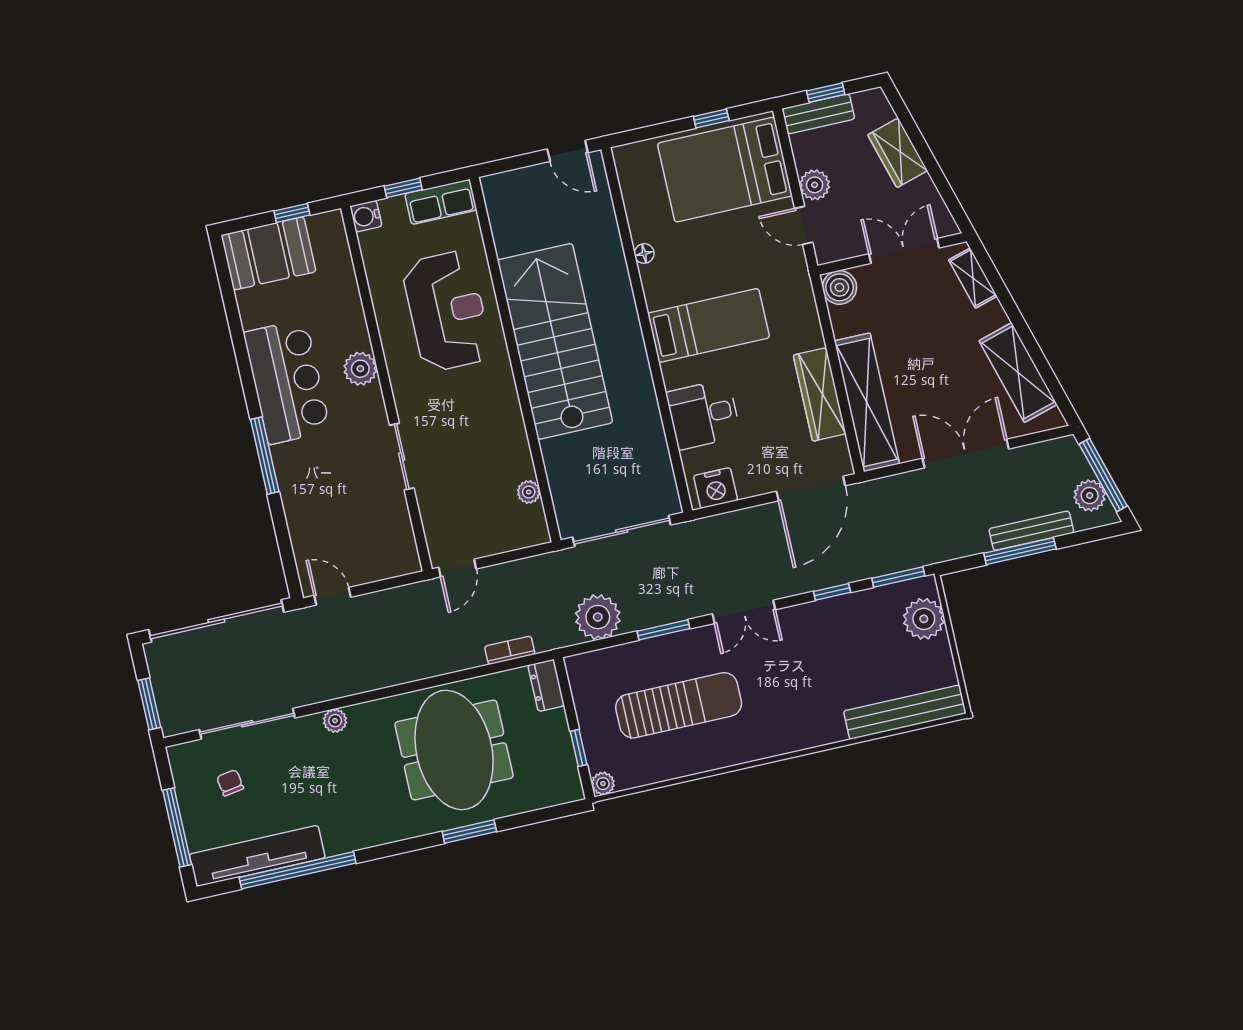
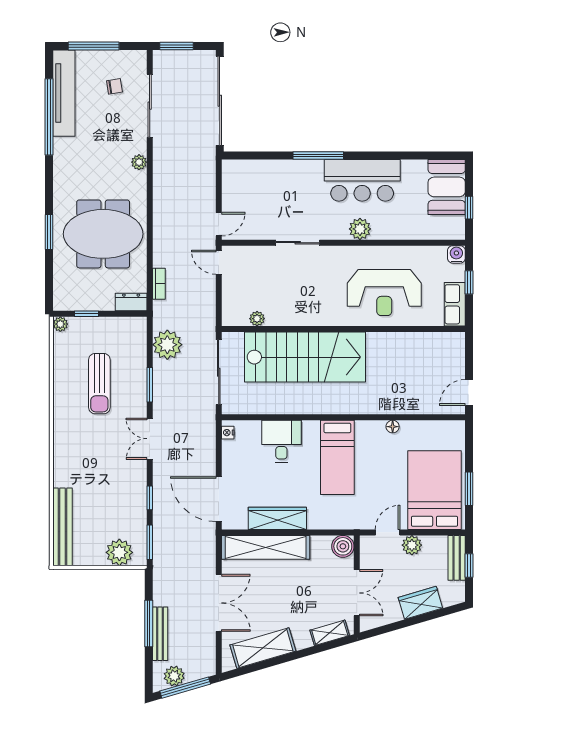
window: (711, 119) -> (469, 489), width x1.50
stairs: (555, 341) -> (305, 357), moved
nightstand: (716, 488) -> (228, 433), width x0.53, depth x0.56
door: (333, 596) -> (219, 224), moved
sun lounger: (679, 705) -> (99, 384), width x0.73, depth x0.75

